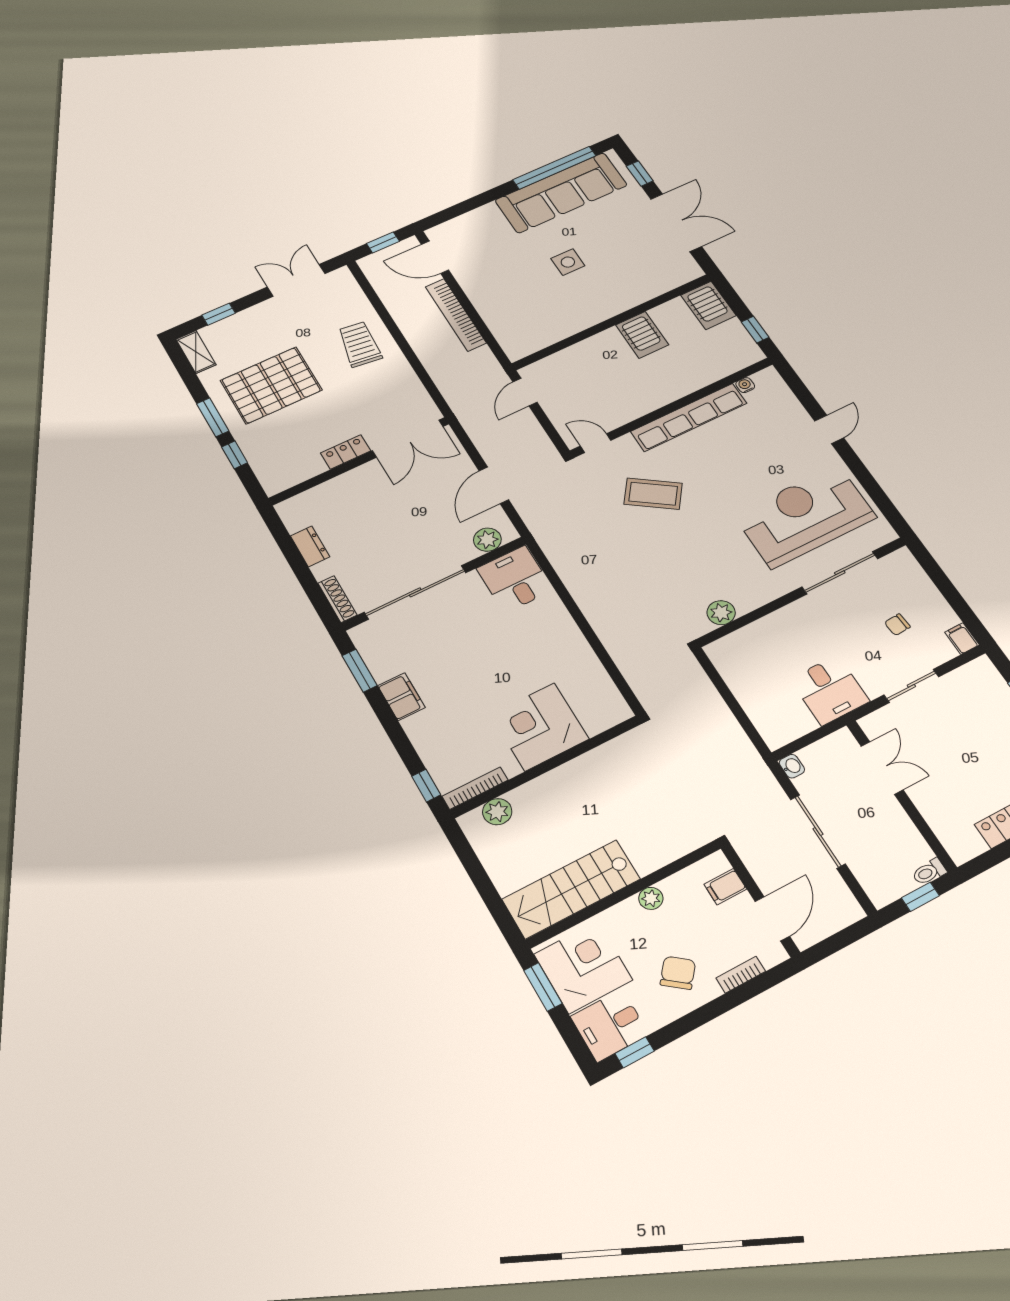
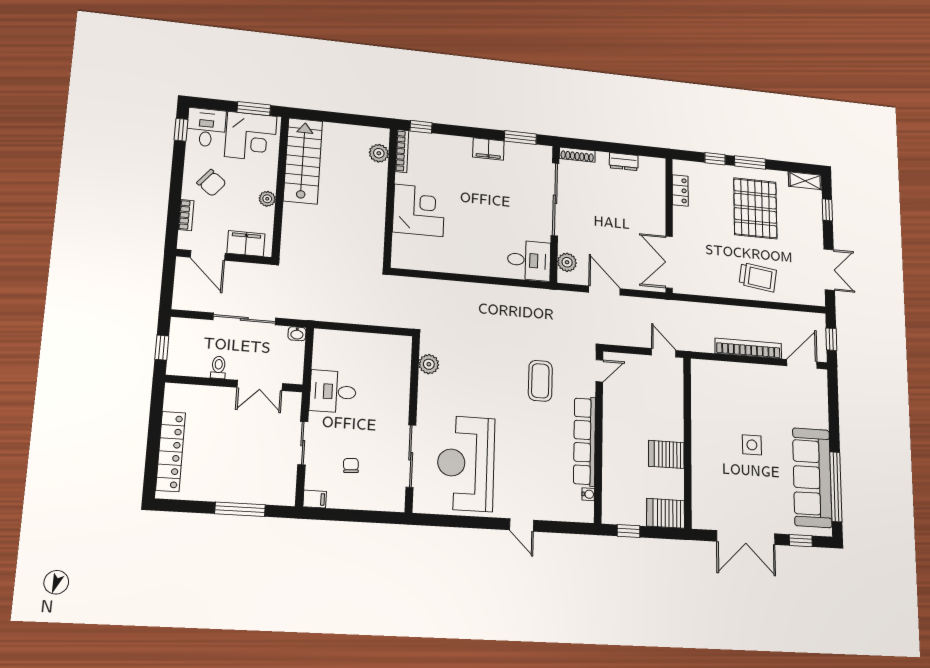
locker: (346, 452) -> (680, 190), moved
coffee table: (653, 494) -> (540, 381), turned -36
reception desk: (805, 516) -> (466, 463), turned 180
toilet: (929, 872) -> (218, 367), moved
filing cabinet: (725, 887) -> (246, 243), width x2.00

